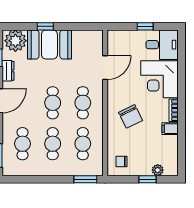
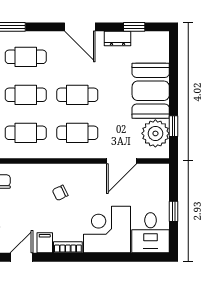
window: (45, 26) -> (174, 126), moved
plant: (15, 41) -> (155, 133), moved
door: (105, 68) -> (122, 161), hinge flipped
chair: (130, 116) -> (60, 193), width x0.54, depth x0.54
door: (182, 147) -> (21, 257), added

